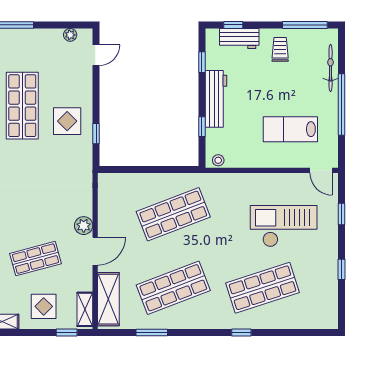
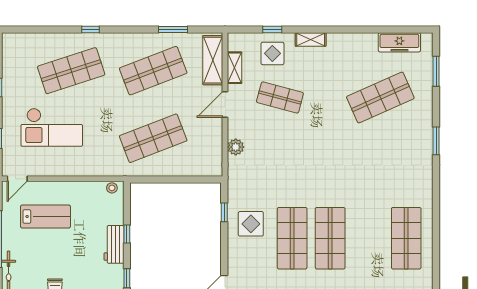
workbench: (216, 99) -> (114, 244), width x0.73
window: (202, 127) -> (127, 234), moved
door: (321, 170) -> (17, 179), swing flipped
plant: (84, 226) -> (236, 147), moved
shop shelf: (36, 259) -> (280, 98), turned 30
shelving: (85, 309) -> (235, 68), moved
window: (67, 332) -> (272, 29), moved

